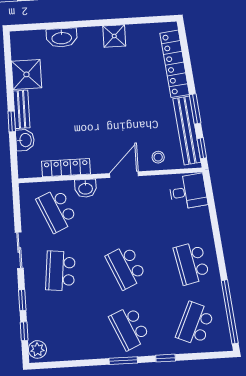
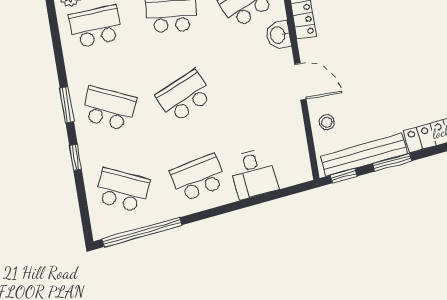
desk: (188, 192) -> (253, 174), moved
school desk: (130, 328) -> (109, 108), turned 48
school desk: (64, 332) -> (96, 27), added

